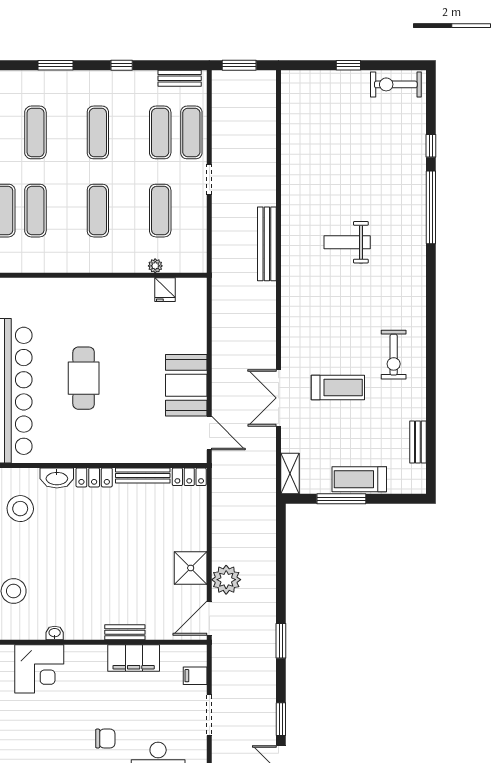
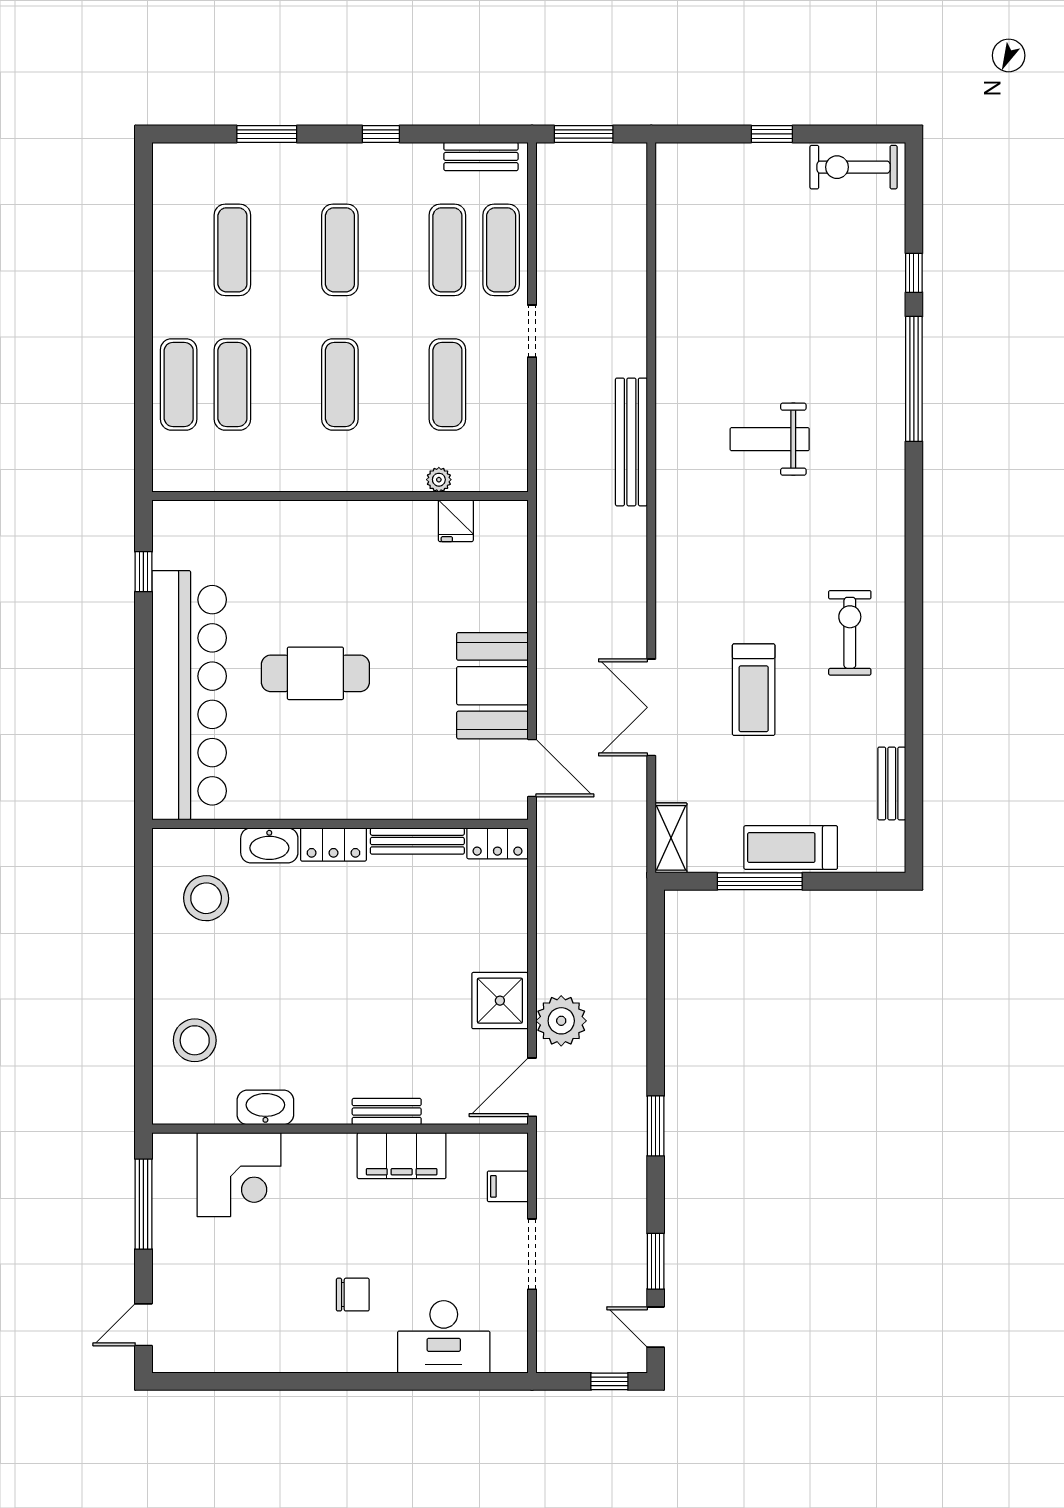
exercise bike: (394, 355) -> (850, 633), turned 180
cafe table: (84, 378) -> (315, 673), turned 90
treadmill: (338, 388) -> (754, 690), turned 90
washbasin: (55, 633) -> (265, 1107), width x1.91, depth x1.45

